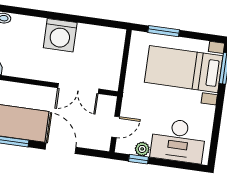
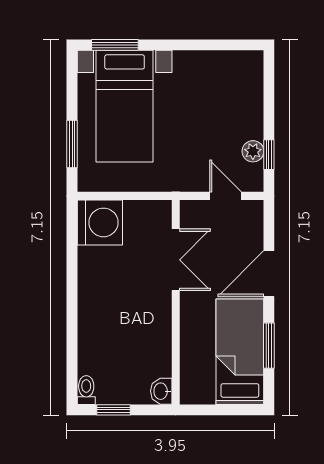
washing machine: (60, 35) -> (100, 222), moved
desk: (178, 141) -> (233, 99), removed

